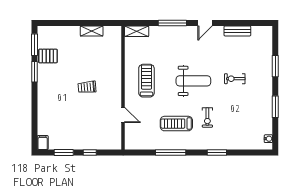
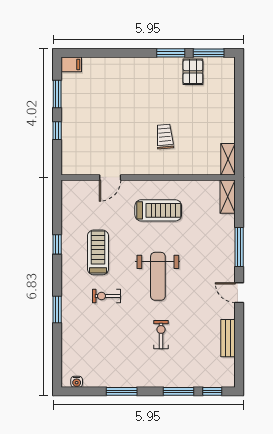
shelving: (92, 31) -> (228, 159), moved
window: (275, 42) -> (212, 391), added
trolley: (87, 87) -> (165, 137), moved
window: (171, 153) -> (57, 244), width x0.46

